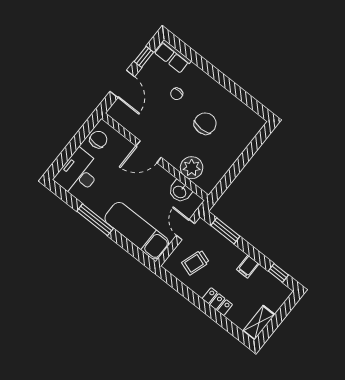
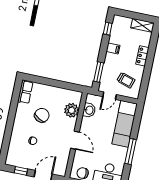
row of seats: (172, 57) -> (25, 92), moved
chair: (205, 123) -> (42, 115), turned 120

